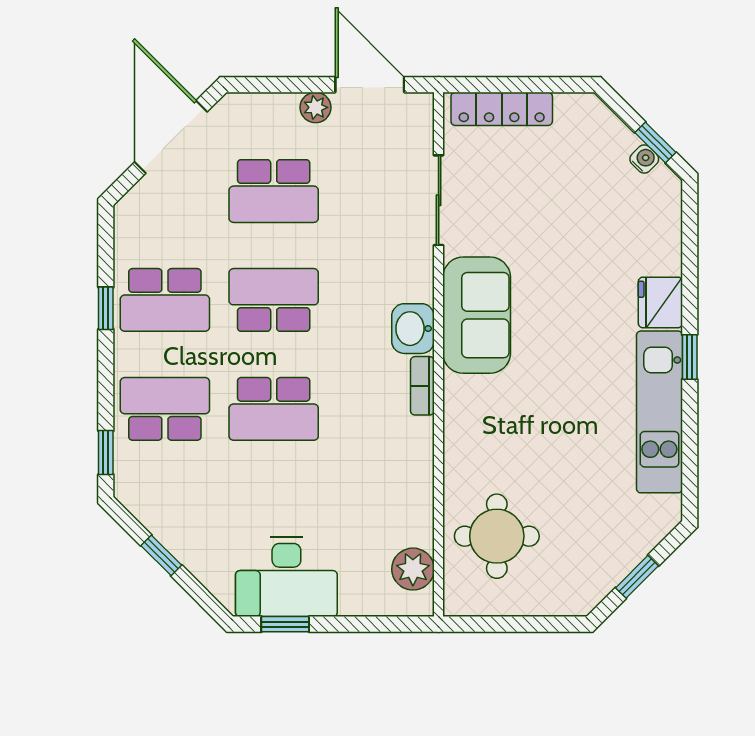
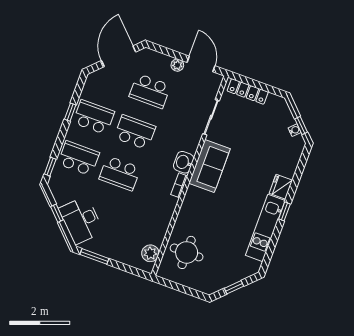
school desk: (165, 300) -> (94, 117), turned 180
desk: (286, 577) -> (81, 220), moved, turned 45
window: (285, 624) -> (94, 256), width x1.50

